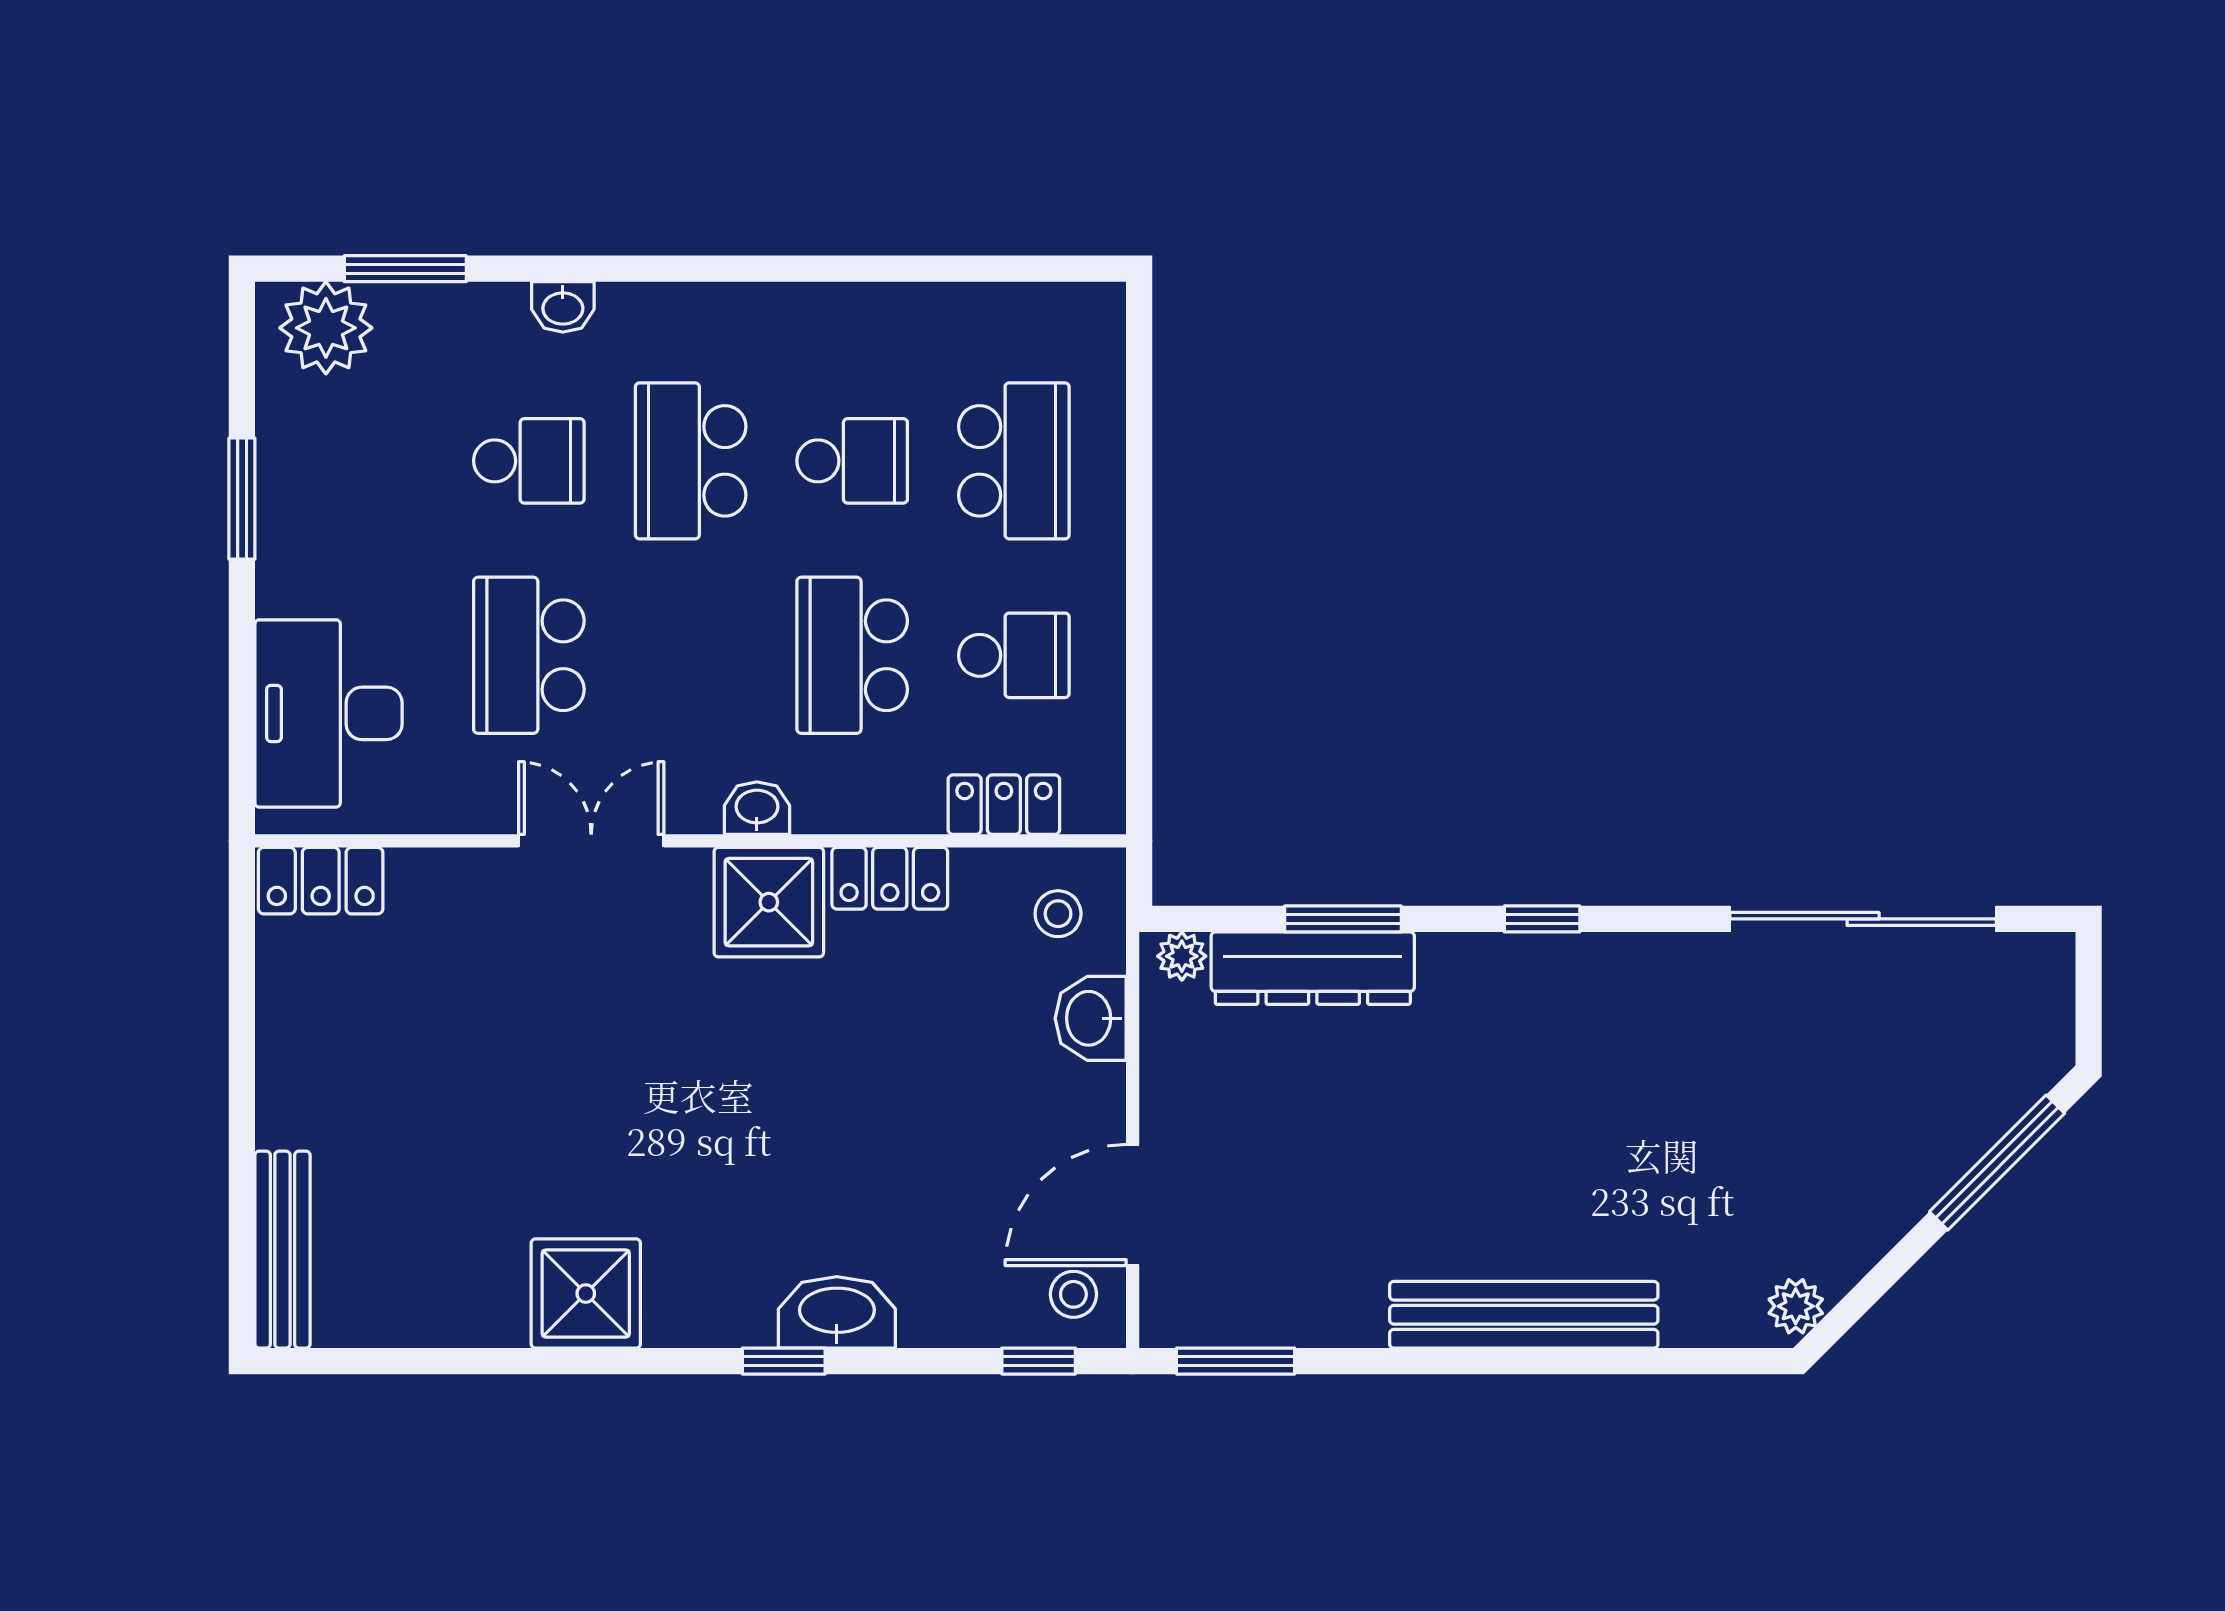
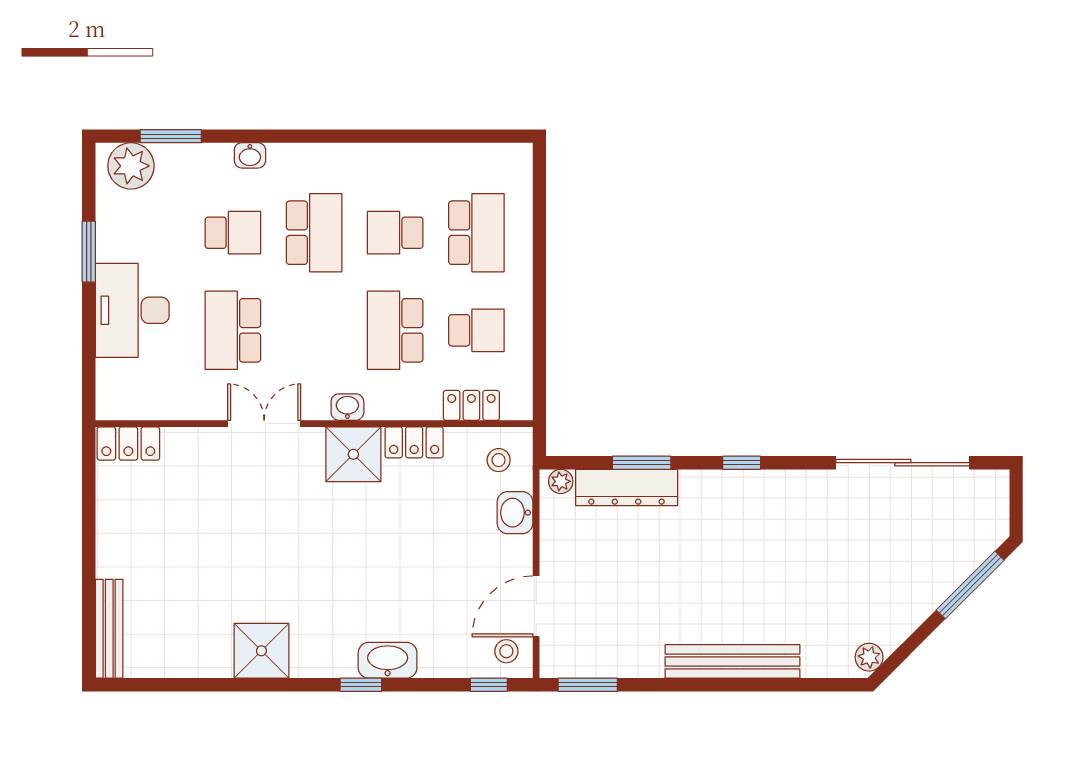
school desk: (691, 461) -> (314, 233), turned 180
school desk: (852, 461) -> (395, 233), turned 180
desk: (328, 713) -> (132, 310), moved

